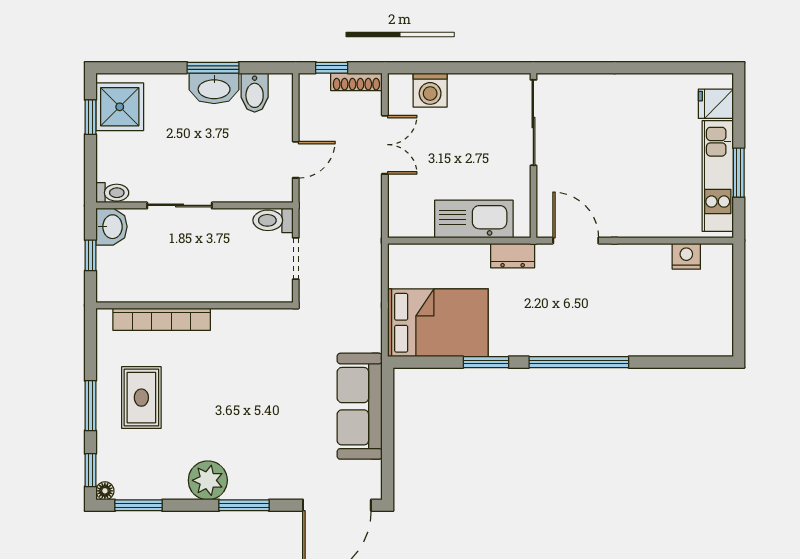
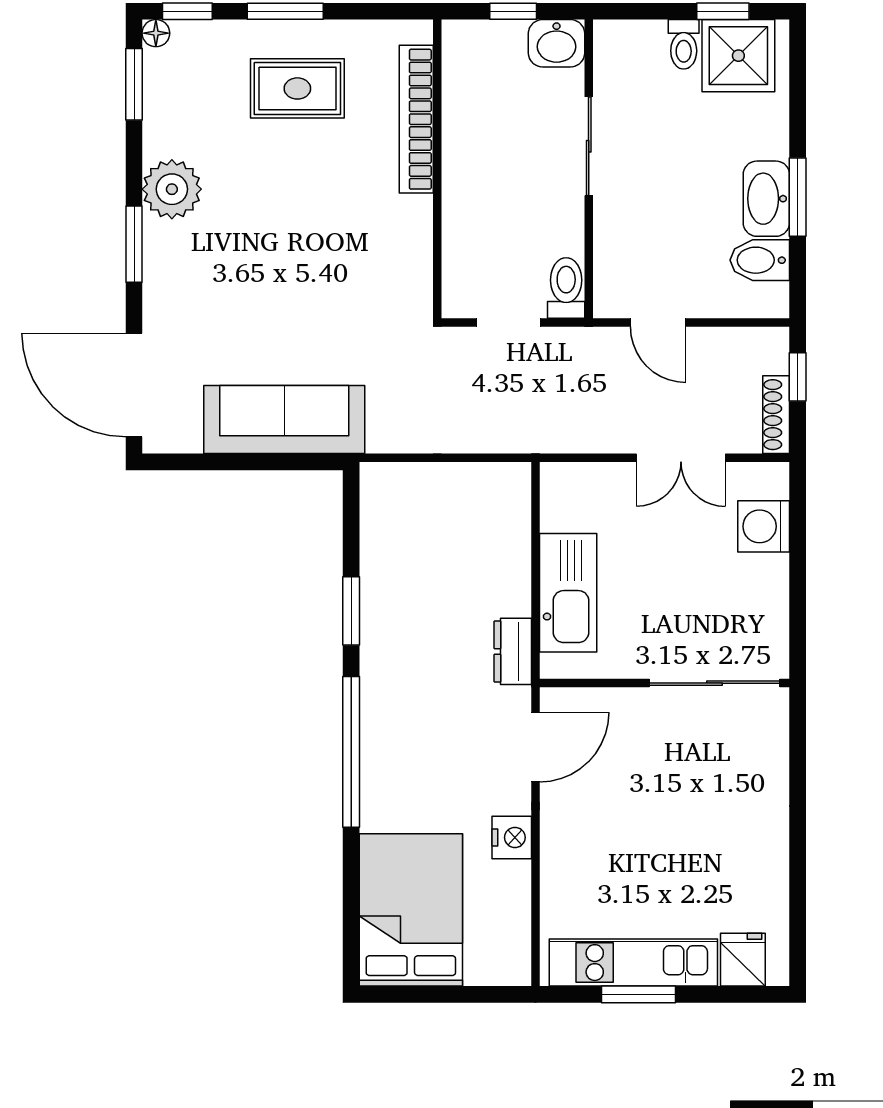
toilet: (112, 193) -> (684, 44), moved
nightstand: (686, 256) -> (512, 837), moved
bed: (438, 323) -> (411, 910), moved, turned 180

